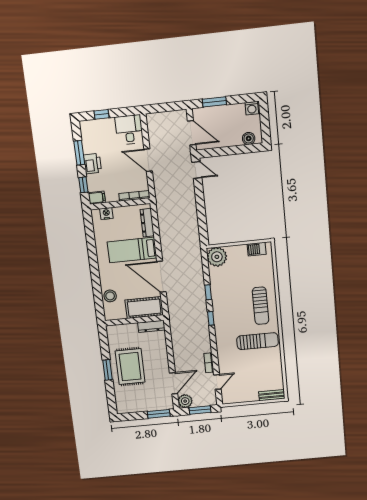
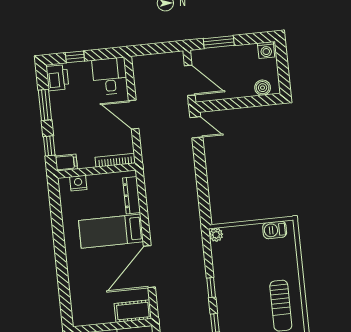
printer: (92, 164) -> (57, 78), moved
plant: (217, 257) -> (216, 235), width x0.53, depth x0.53
door: (161, 277) -> (149, 267), hinge flipped
stool: (110, 296) -> (81, 293), removed
cot: (144, 308) -> (133, 311), width x0.73, depth x0.75

